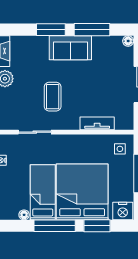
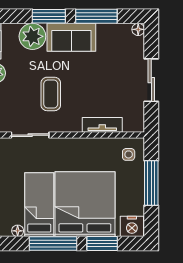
plant: (37, 47) -> (32, 36), added

